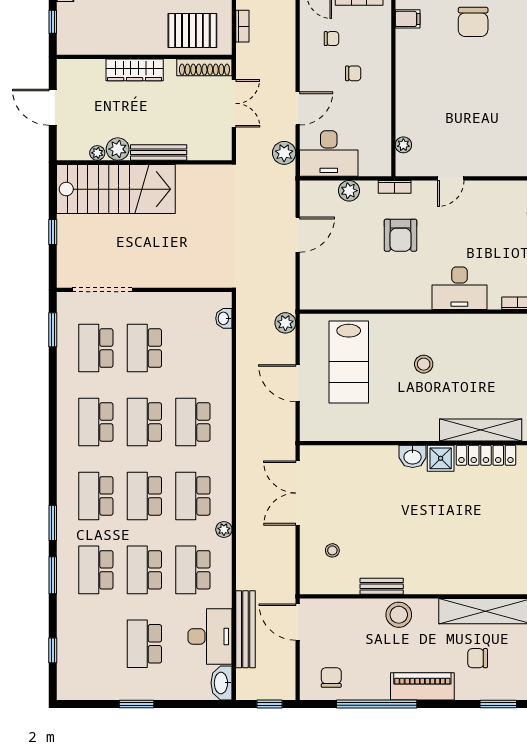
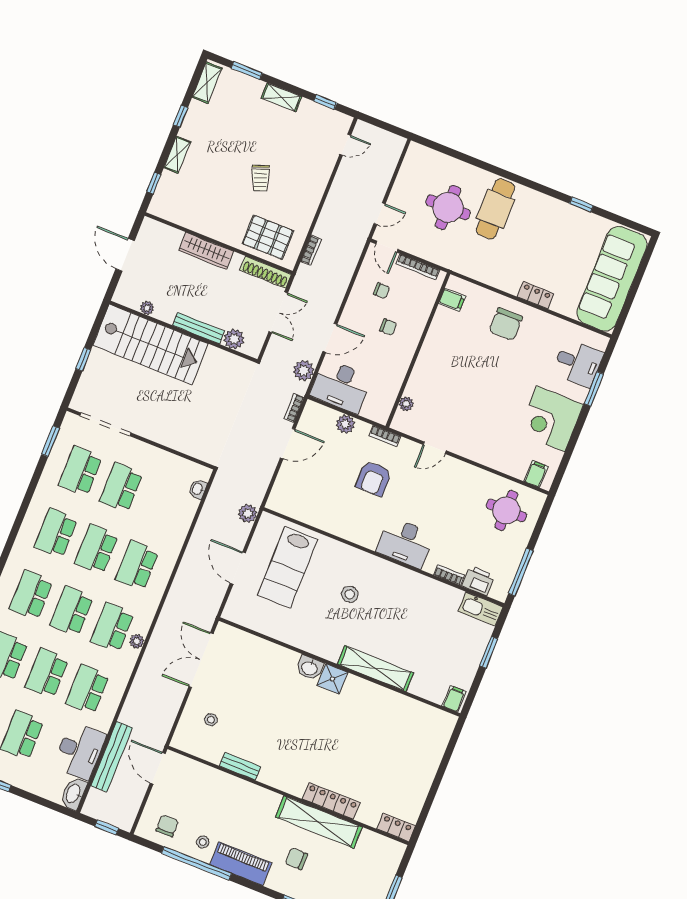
plant: (118, 149) -> (234, 339), moved
bookcase: (290, 195) -> (294, 408), added
locker: (486, 455) -> (331, 801), moved, turned 180
plant: (224, 530) -> (137, 641), moved
stool: (399, 615) -> (203, 842), moved, width x0.53, depth x0.53

